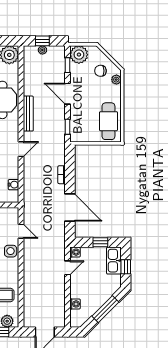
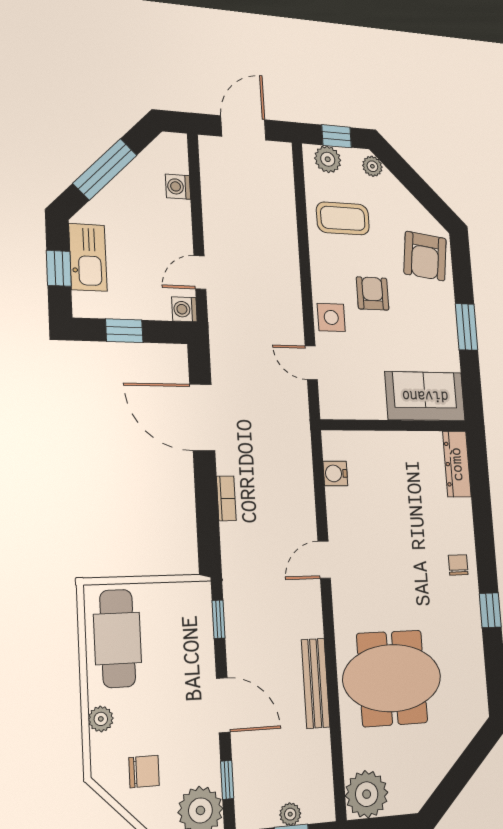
plant: (116, 80) -> (101, 719), moved
bench: (28, 114) -> (316, 683), moved
kitchen sink: (114, 261) -> (88, 257), moved

